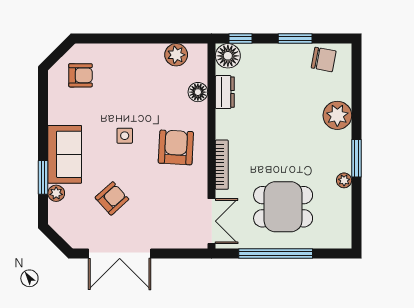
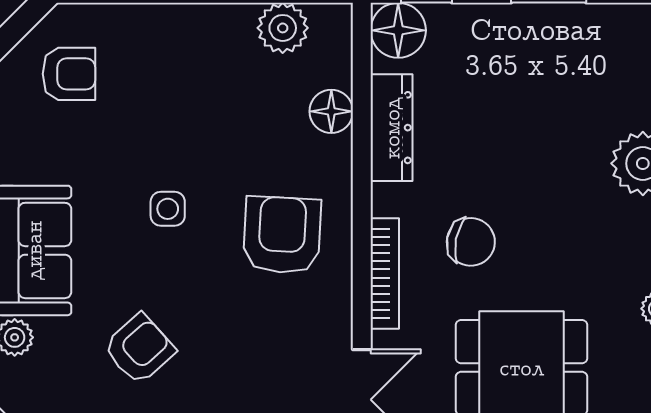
chair: (324, 59) -> (471, 242), moved
dresser: (225, 92) -> (392, 128), width x1.44

